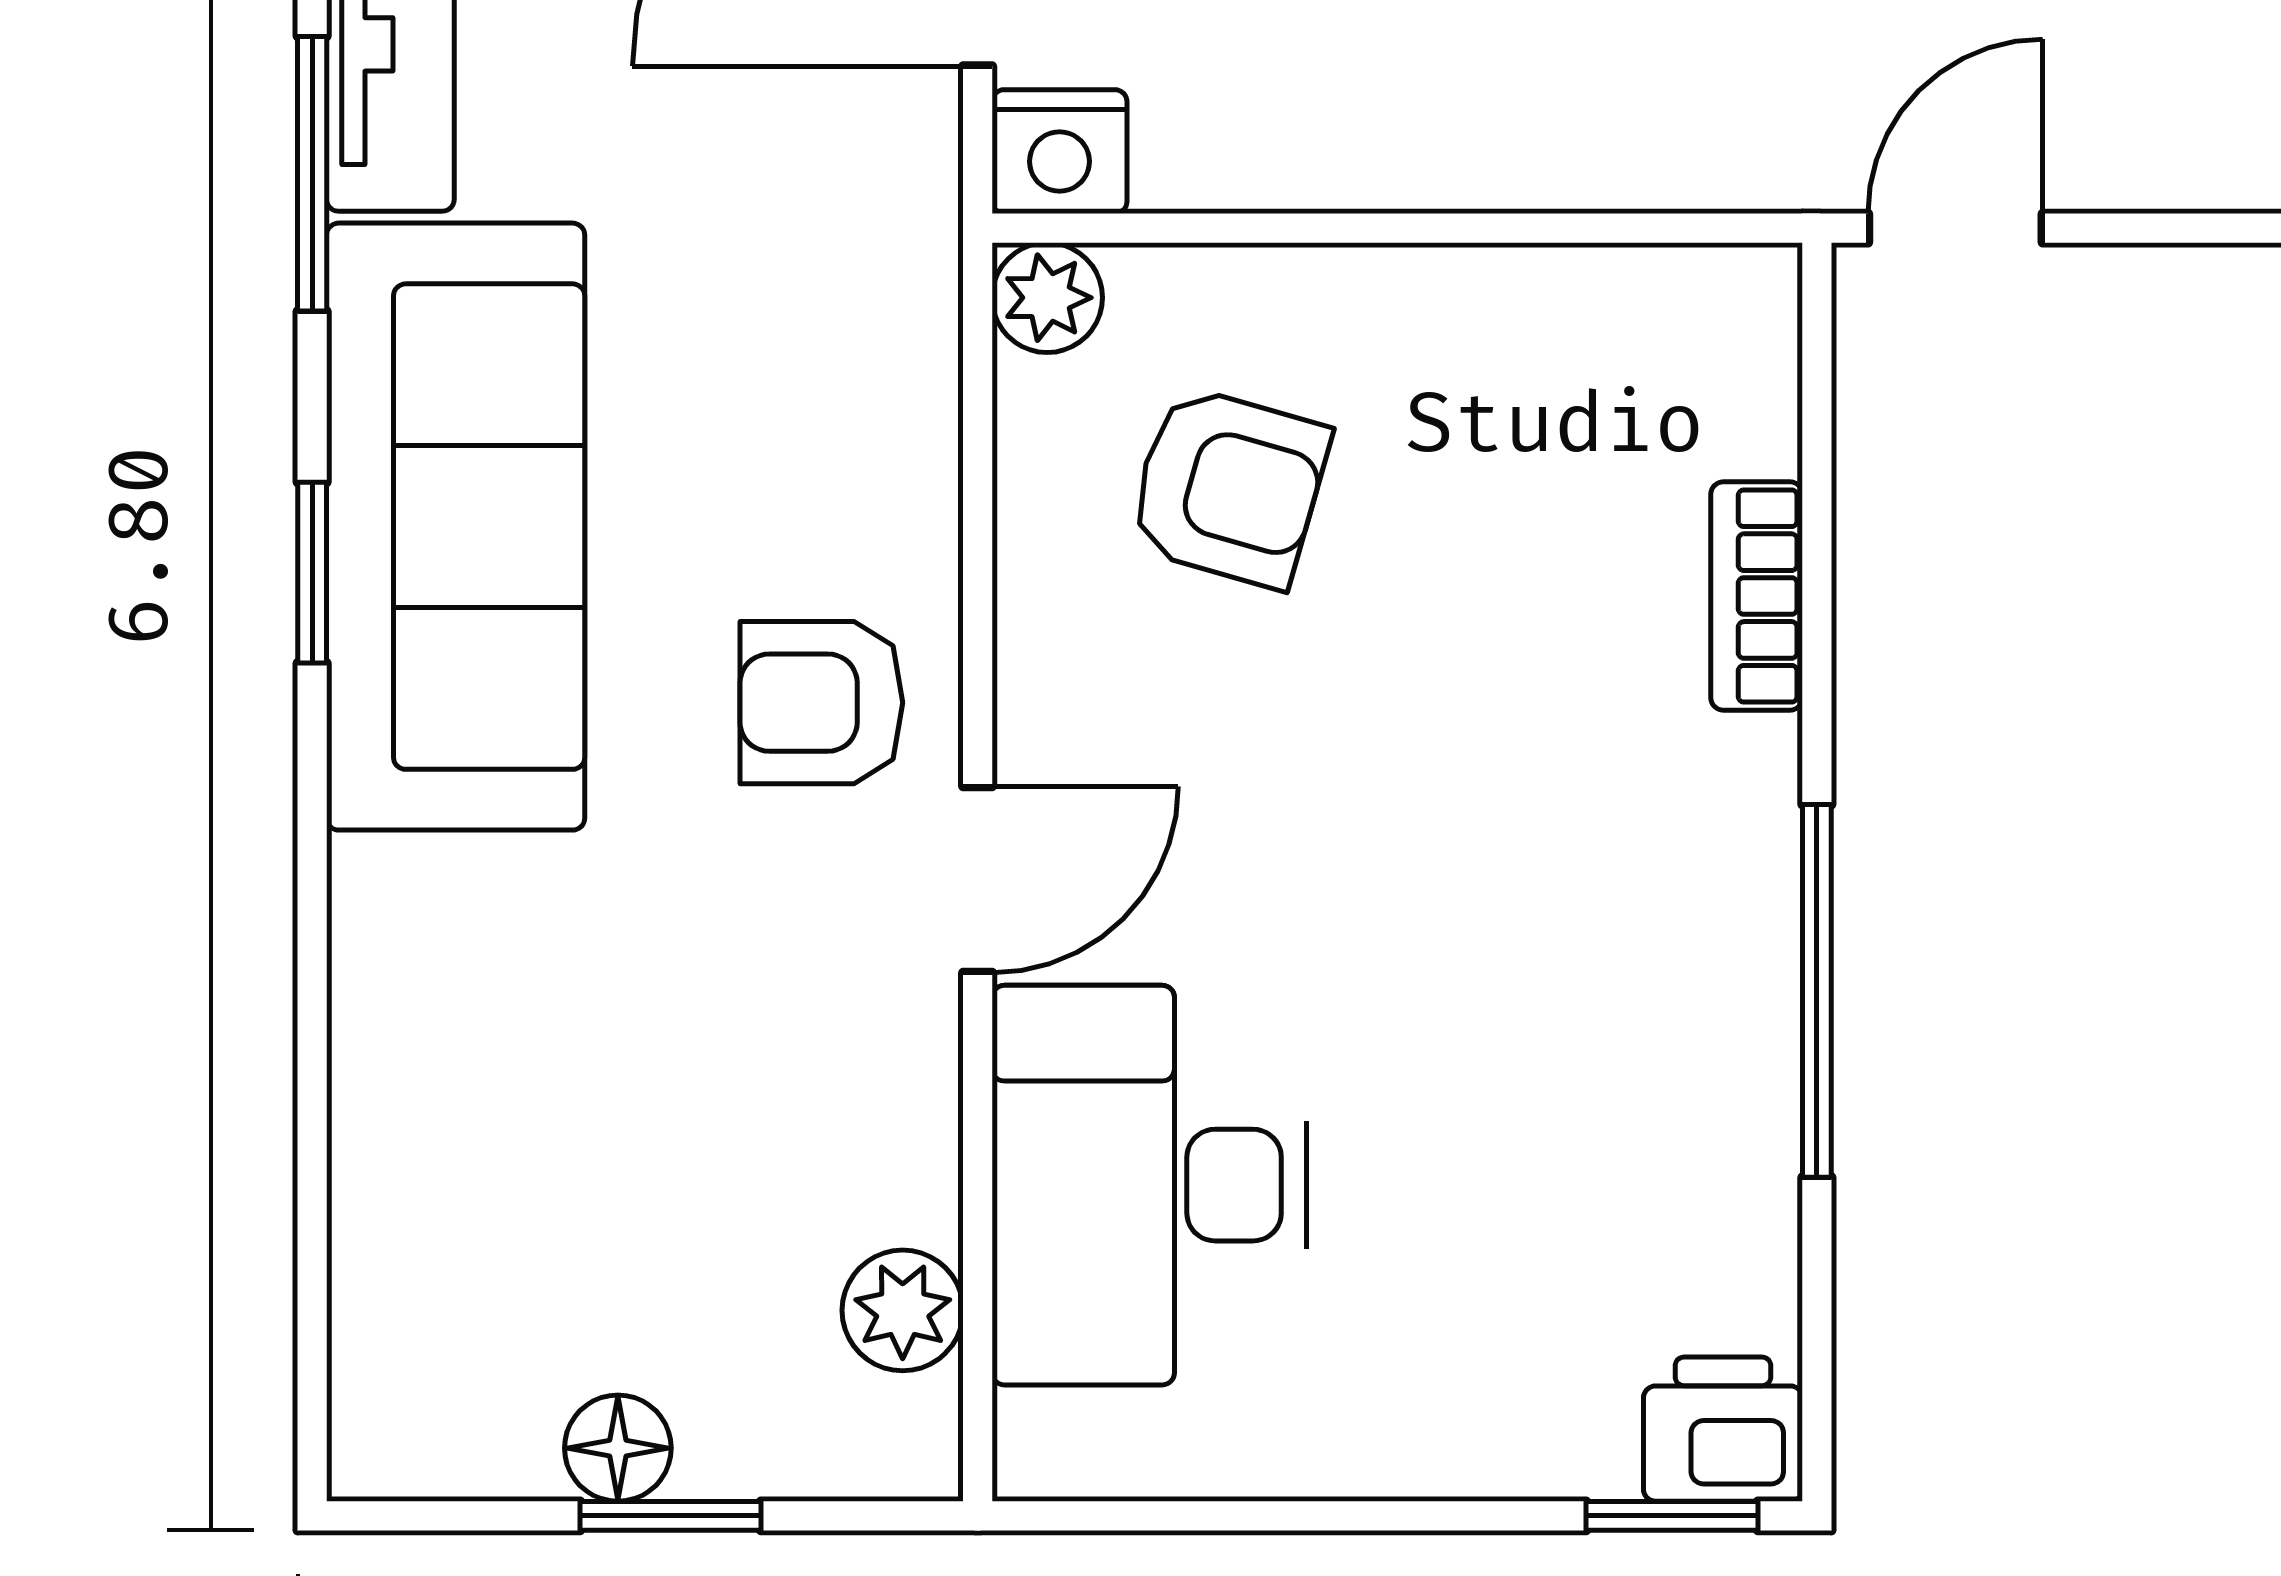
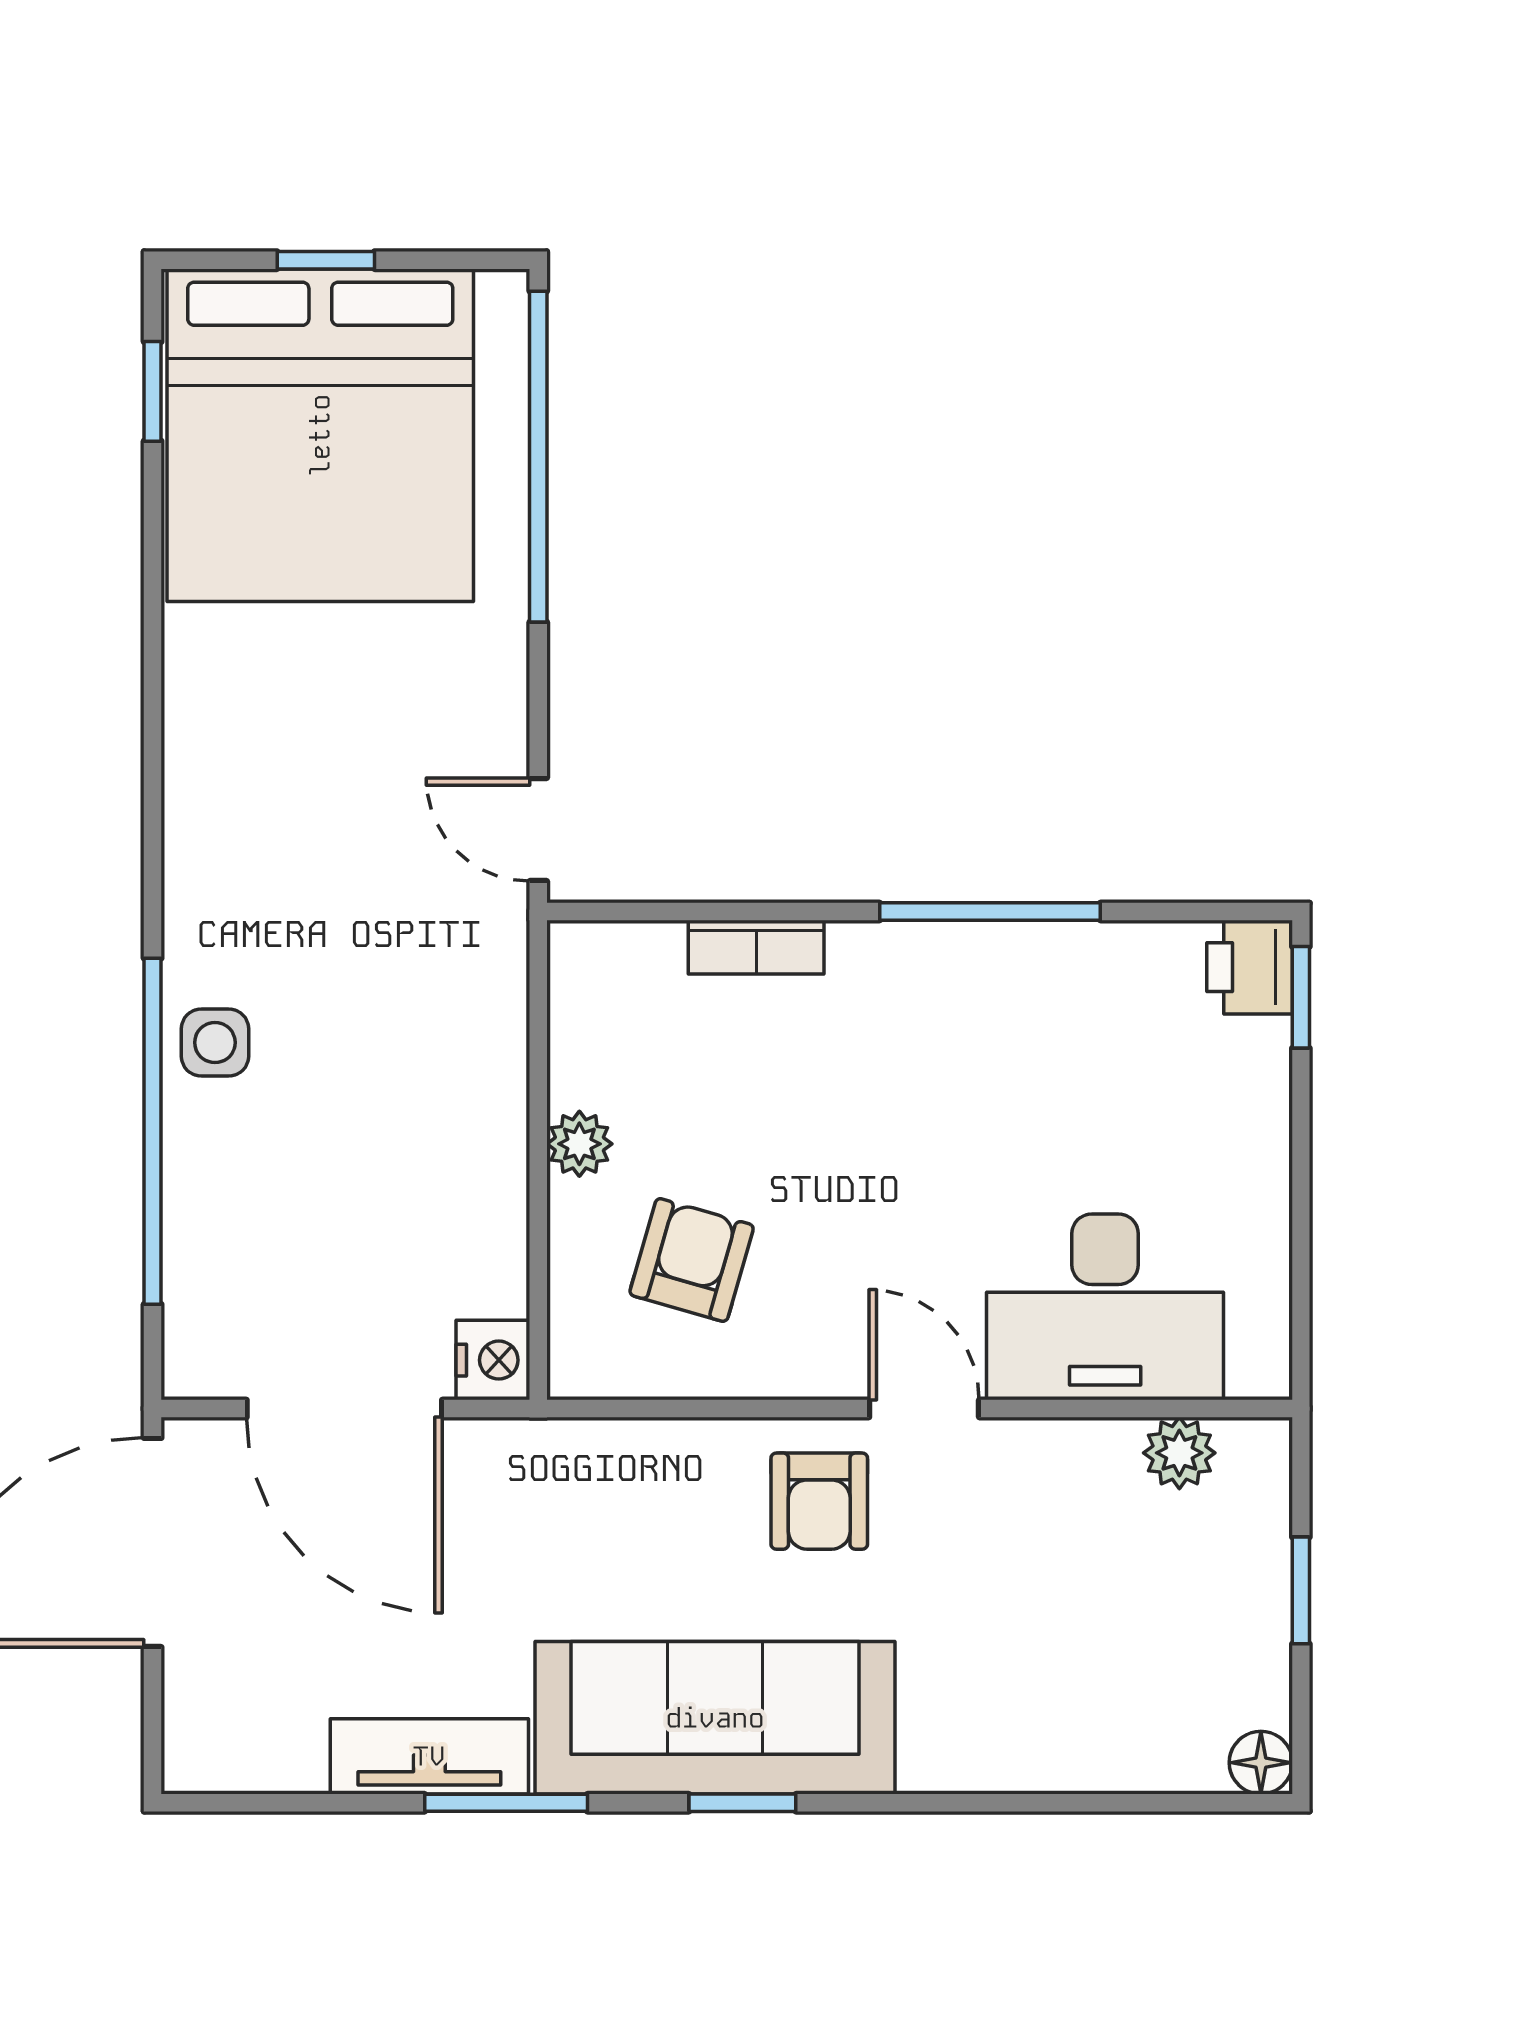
plant: (1047, 298) -> (579, 1144), moved
floor lamp: (618, 1448) -> (1261, 1763), moved

